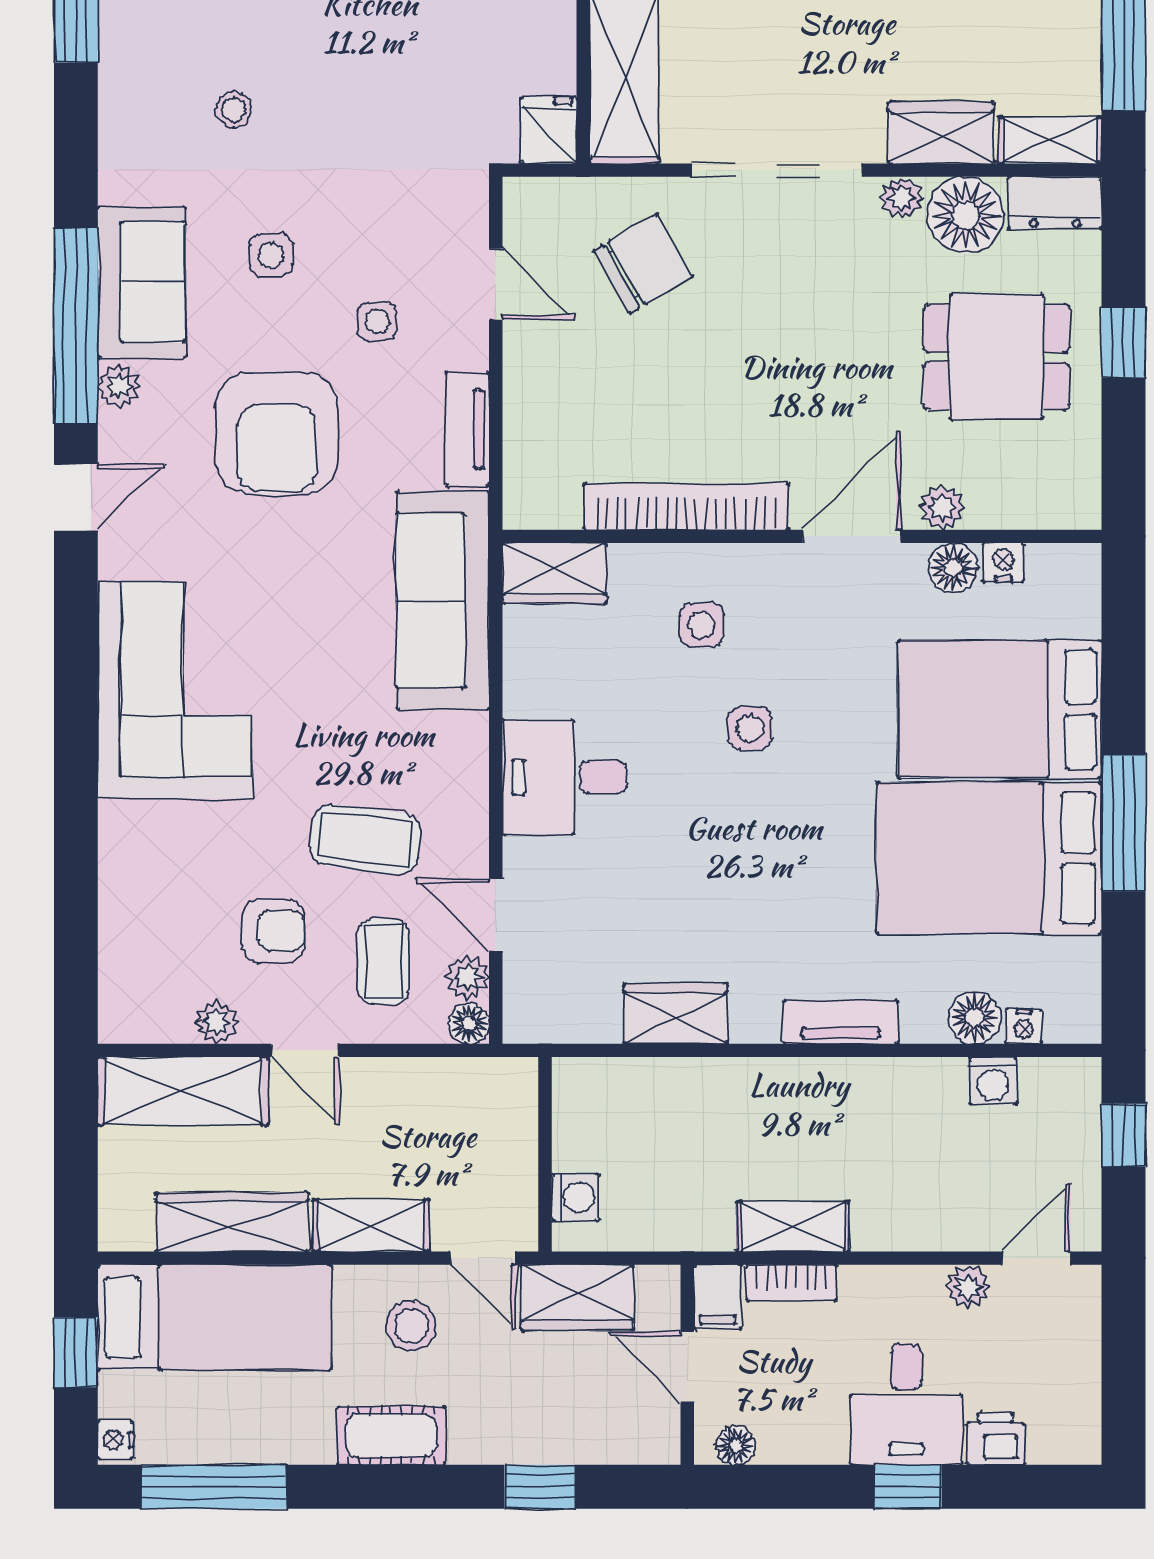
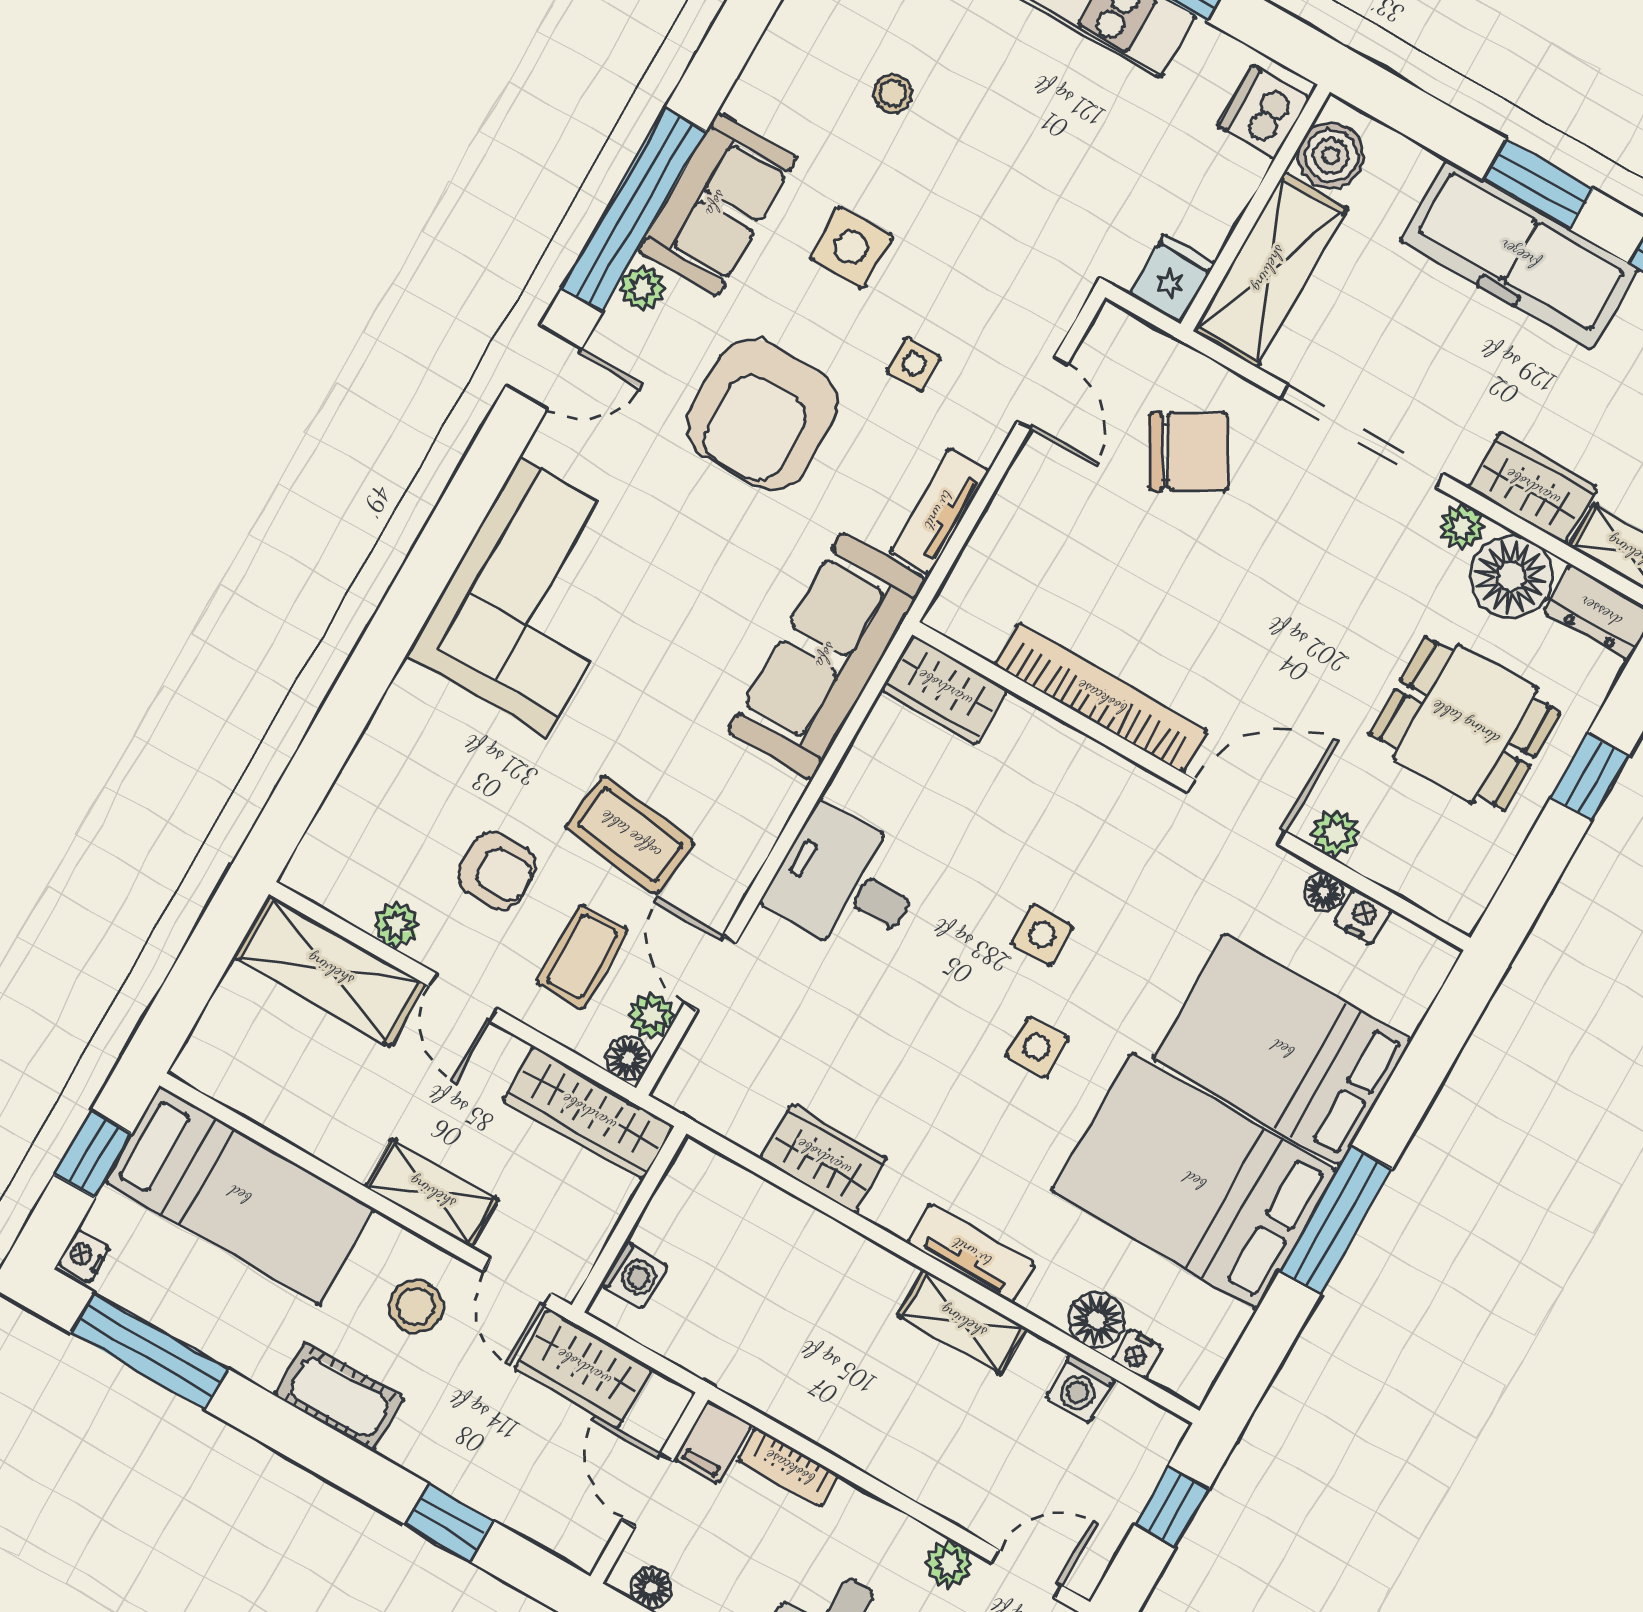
side table: (271, 255) -> (851, 247), width x1.37, depth x1.37
floor lamp: (953, 568) -> (1324, 892), width x0.73, depth x0.73
side table: (702, 625) -> (1037, 1047), moved
wardrobe: (232, 1222) -> (588, 1113), moved, turned 180
shelving: (793, 1226) -> (962, 1322), moved

